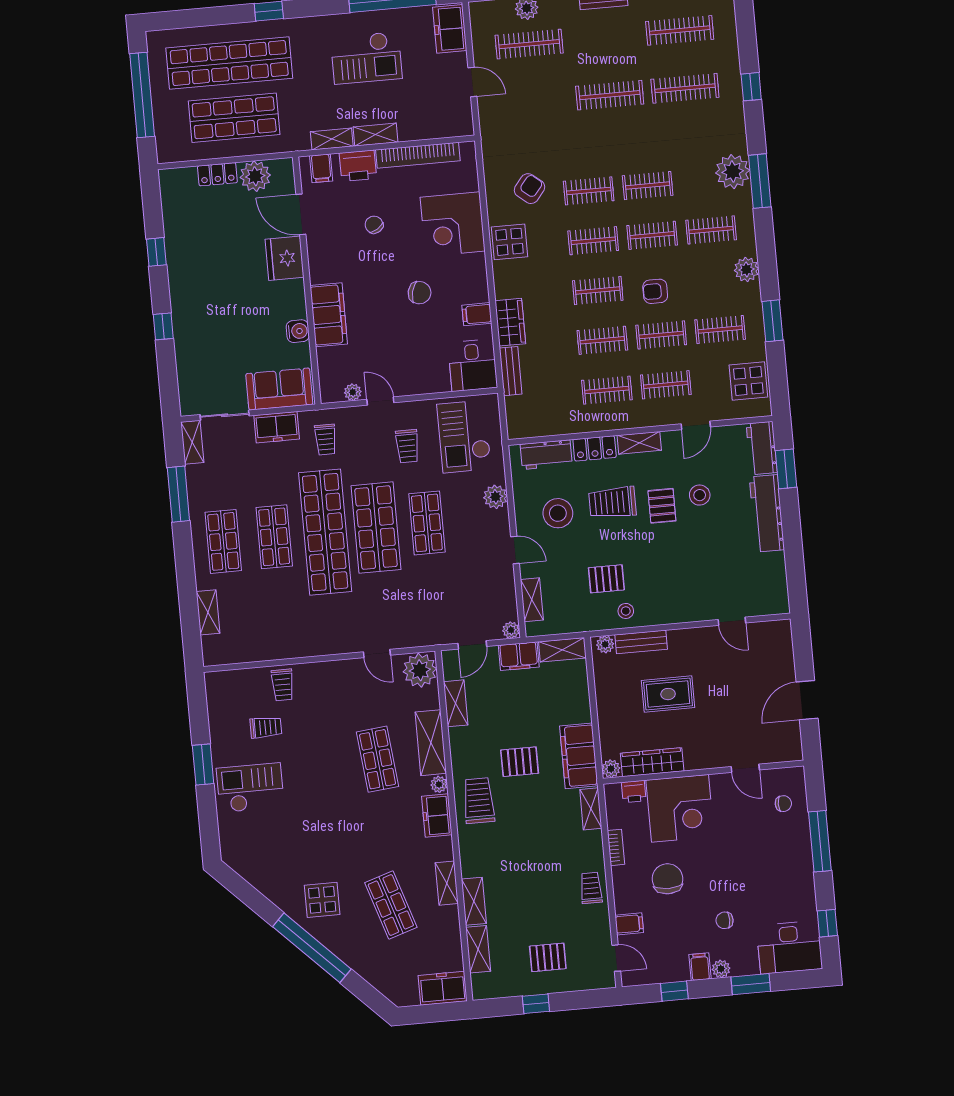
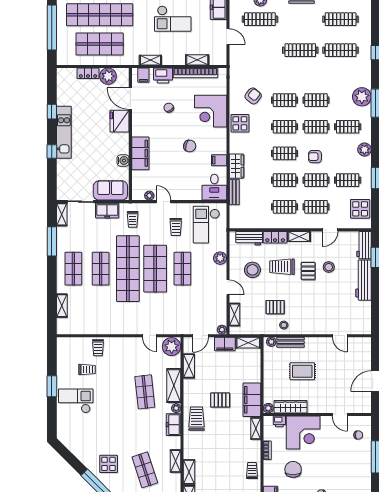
shelving: (375, 135) -> (197, 60), moved
kitchen unit: (182, 288) -> (64, 132), added

